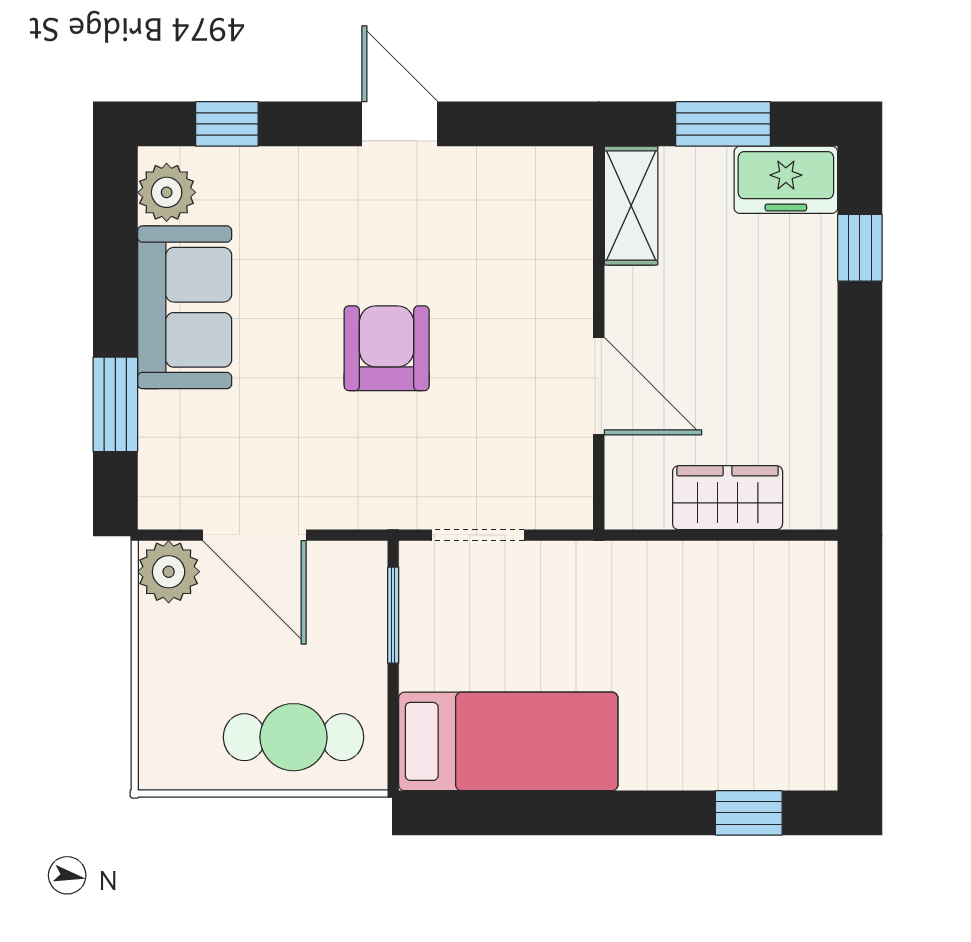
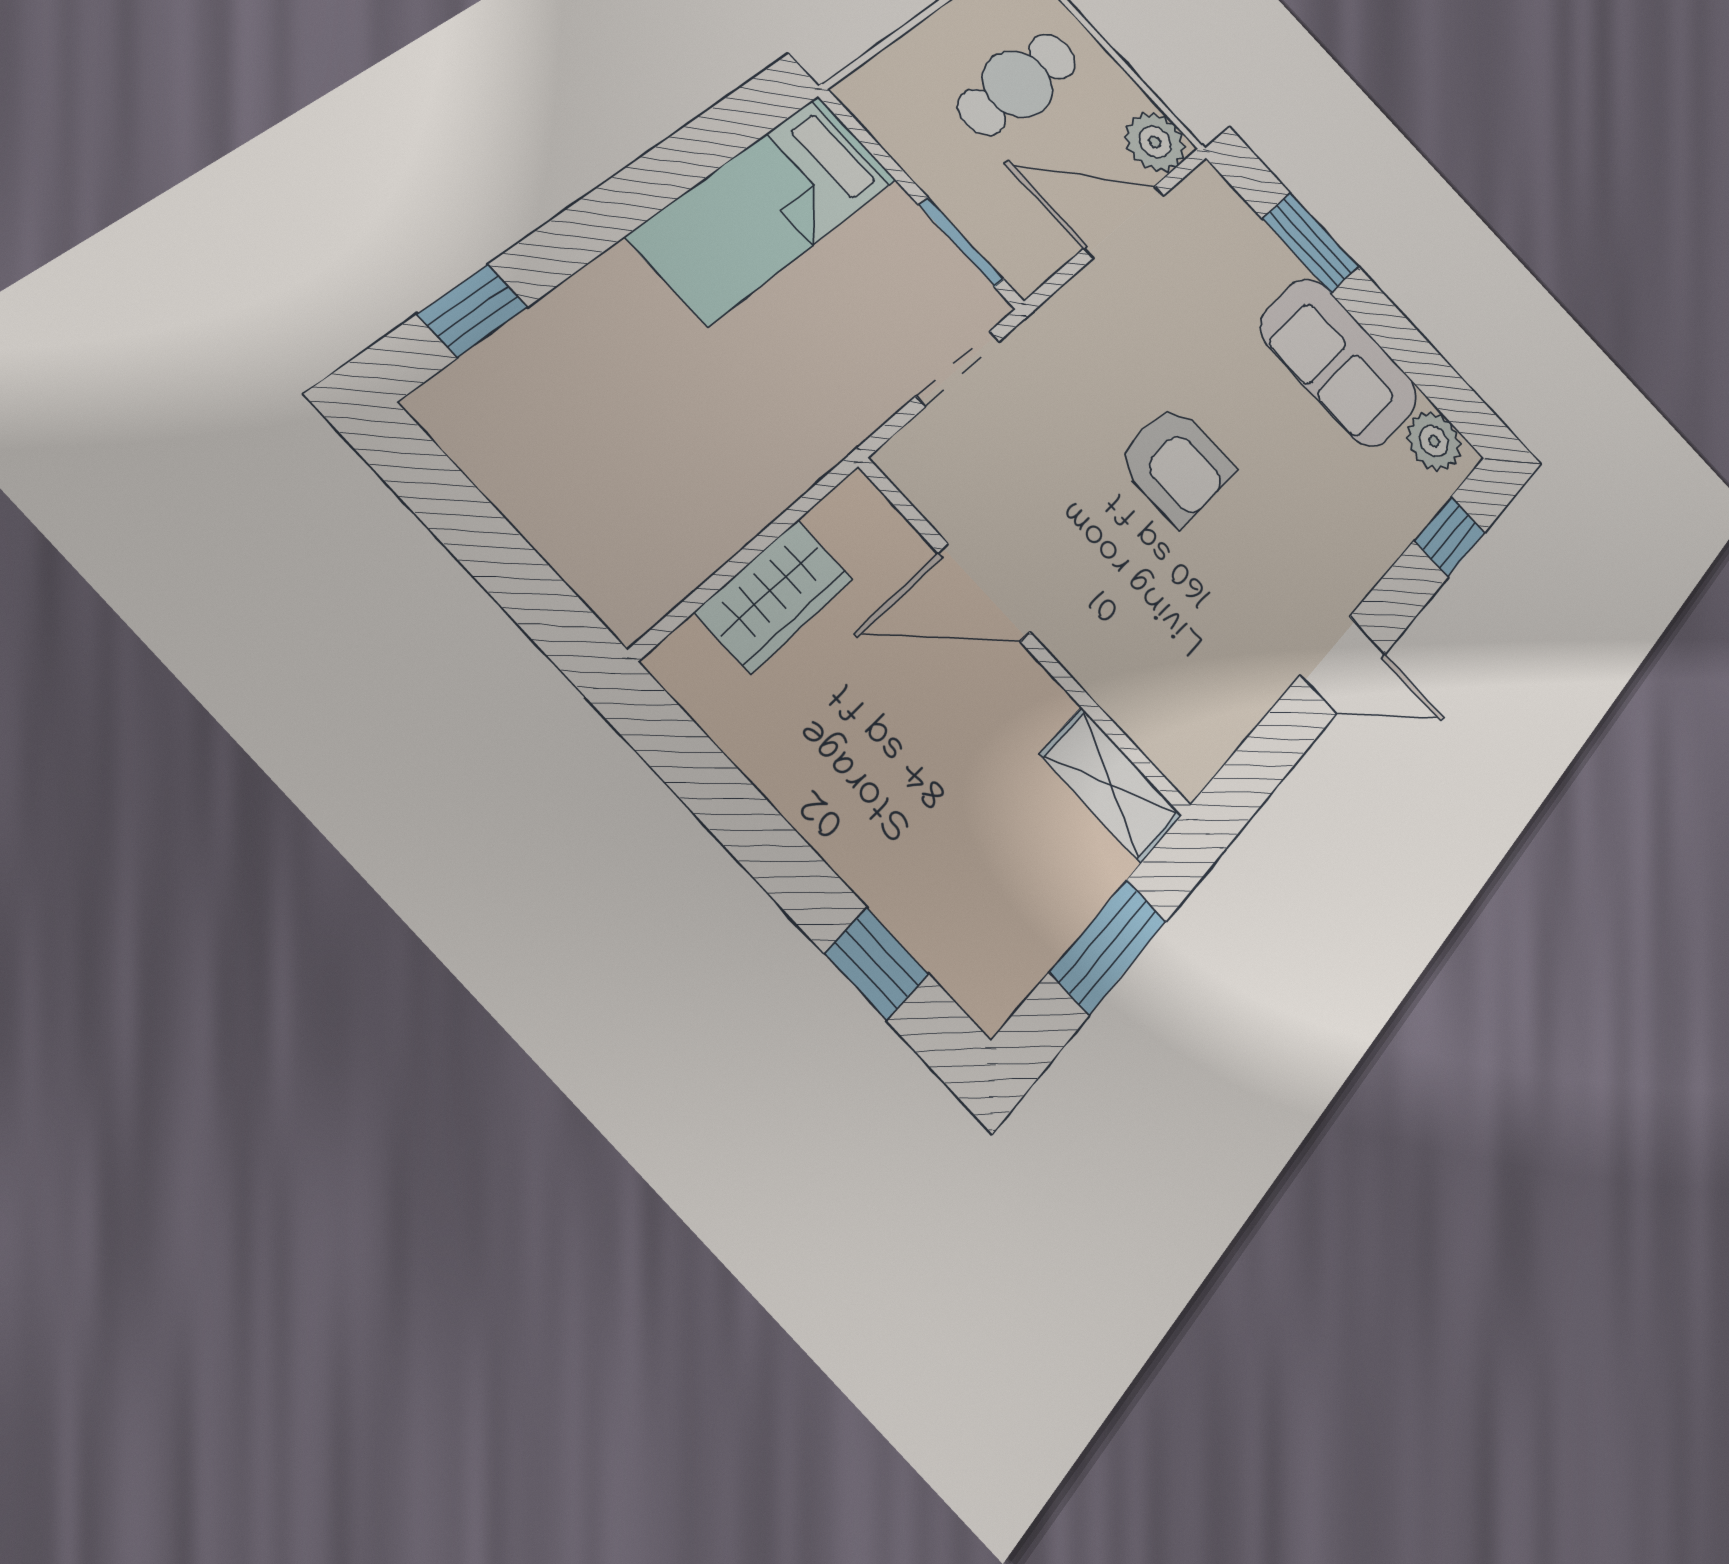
freezer: (786, 180) -> (1006, 955), removed
cafe table: (293, 737) -> (1018, 84), moved

